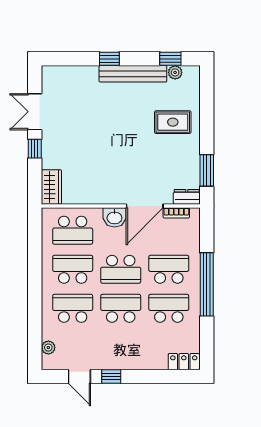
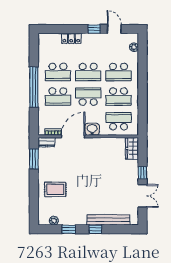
window: (170, 59) -> (69, 229), moved
bench: (133, 74) -> (108, 220), moved
locker: (184, 362) -> (71, 38), moved

